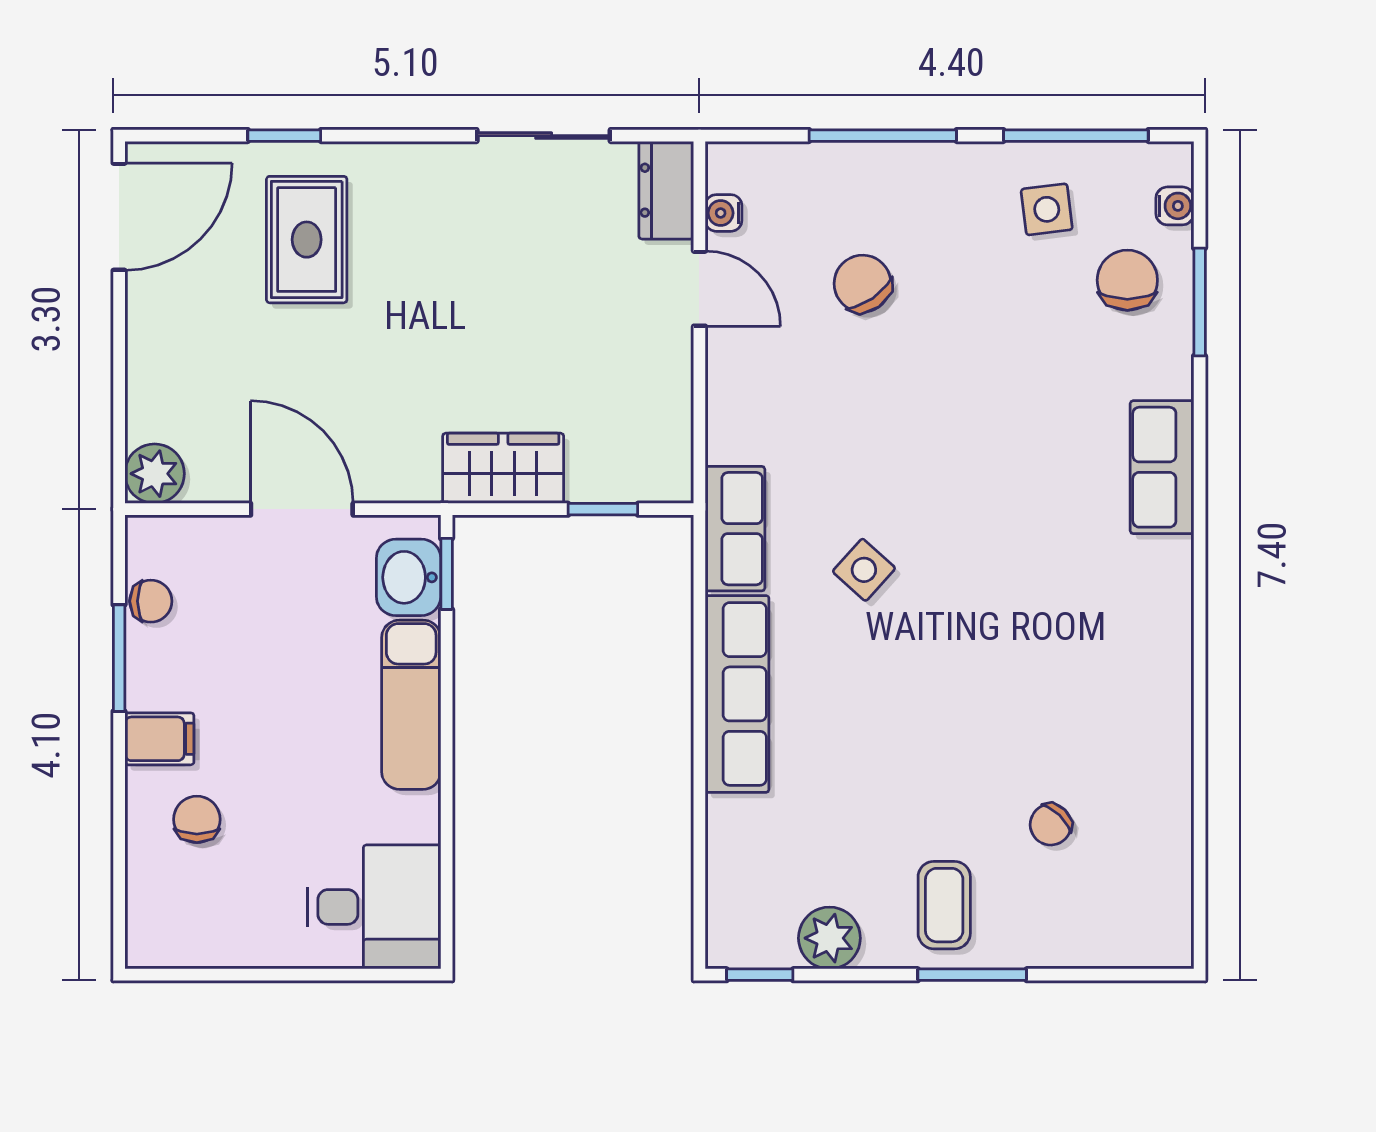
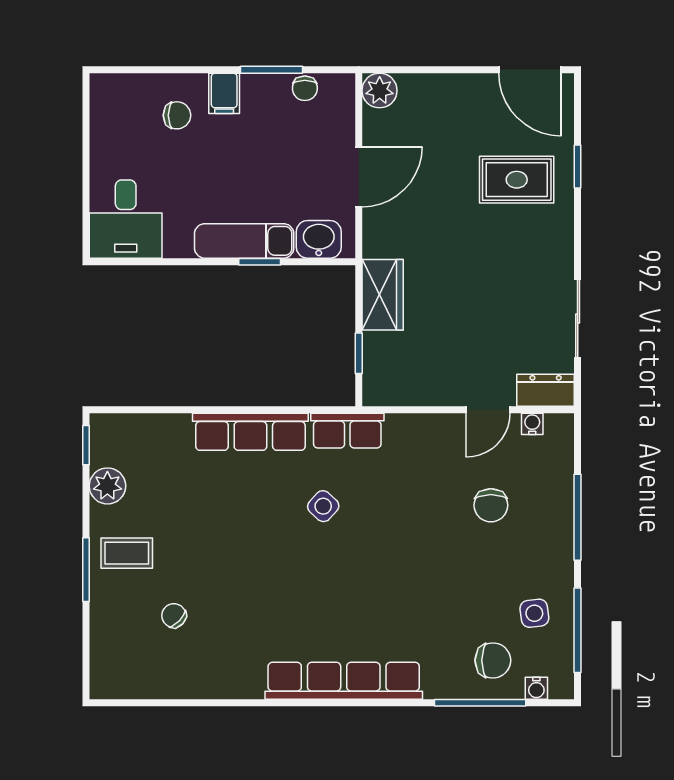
chair: (863, 284) -> (491, 505), turned 125
window: (1200, 302) -> (480, 703), width x1.44
row of seats: (1162, 467) -> (344, 681), width x2.02
window: (447, 574) -> (260, 262), moved

